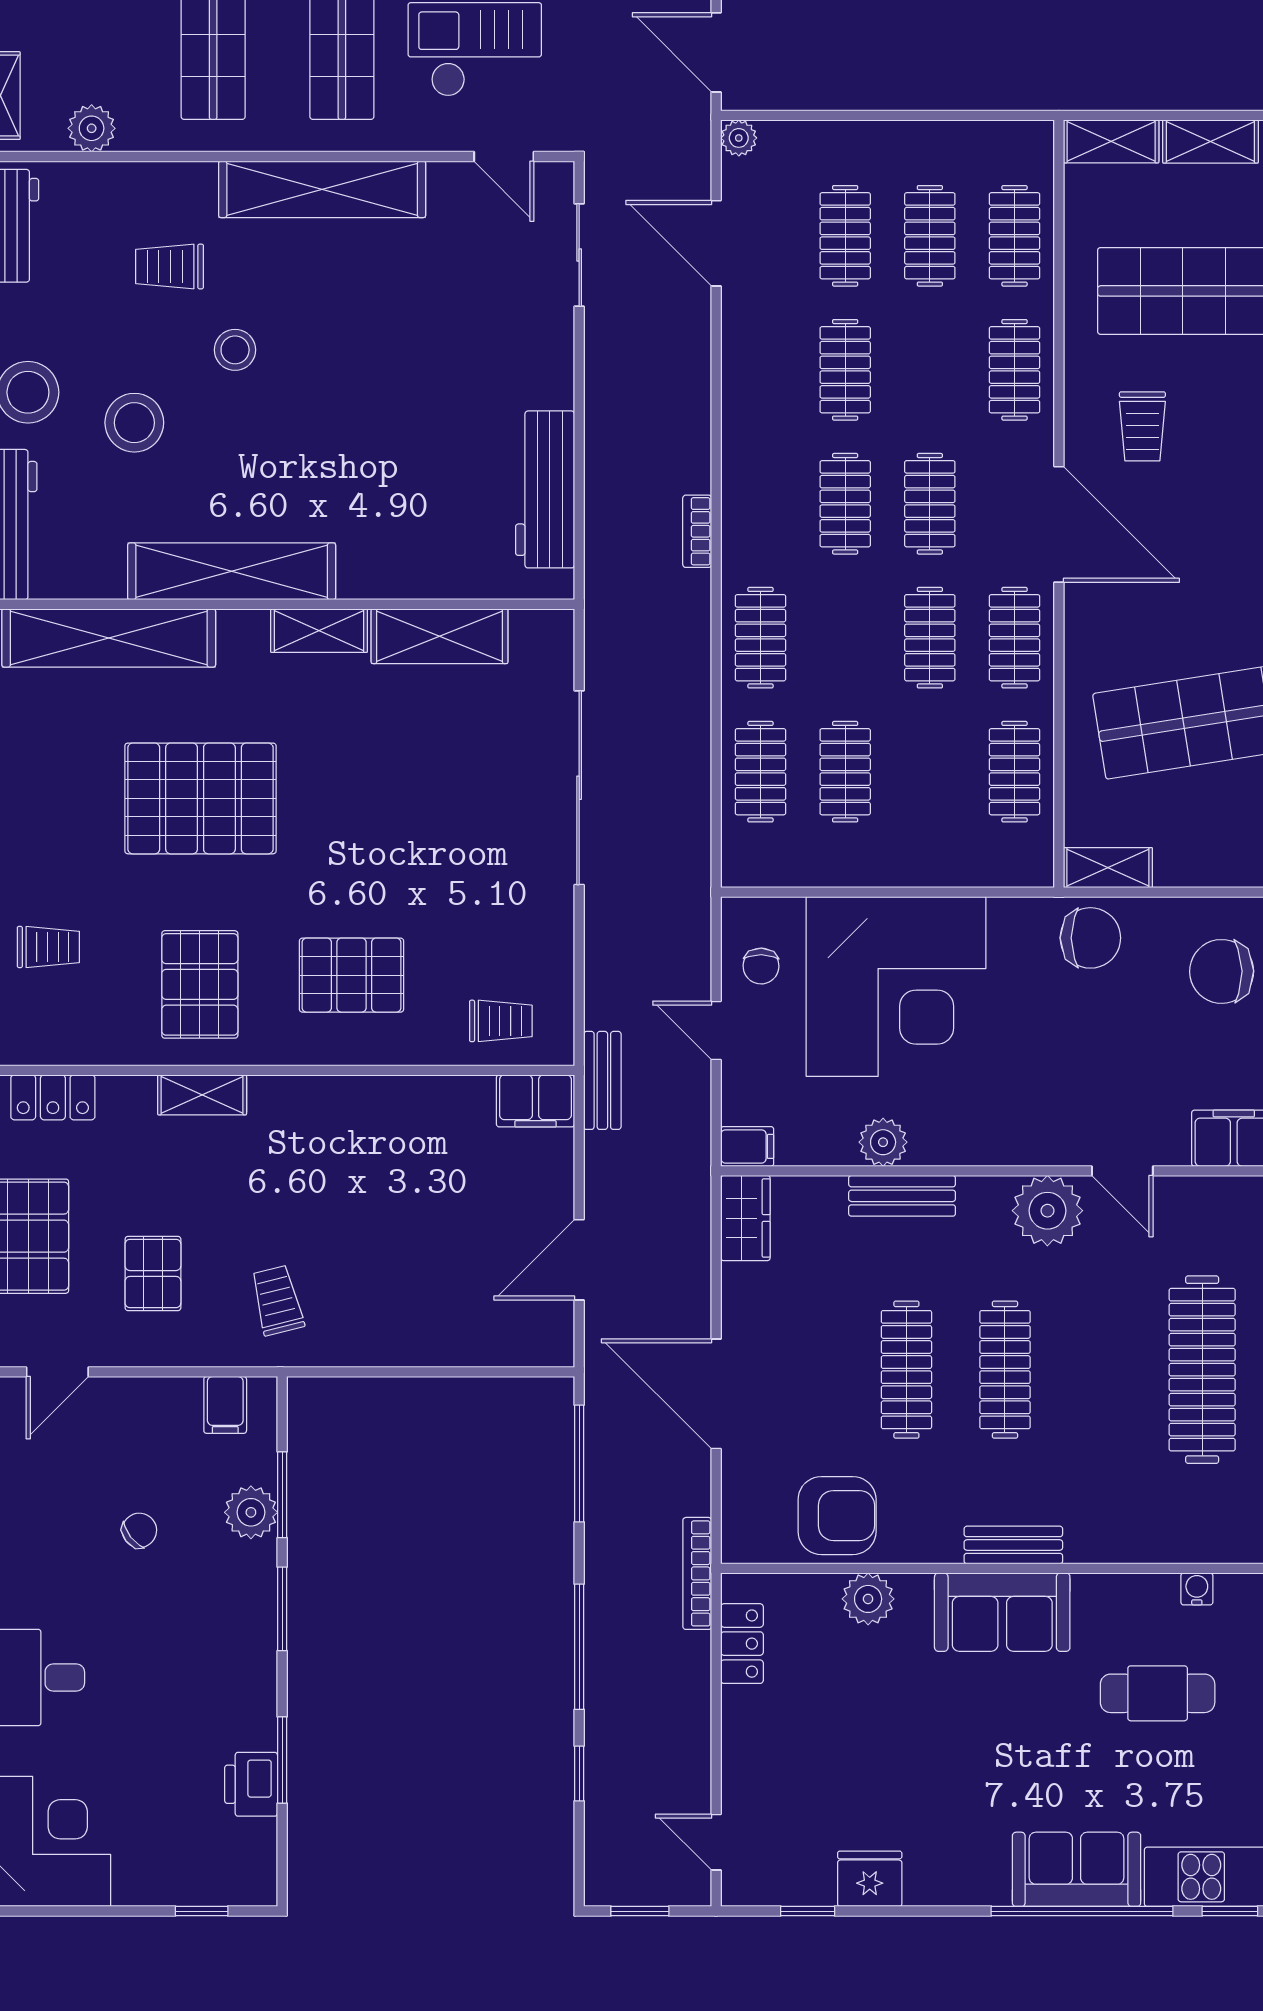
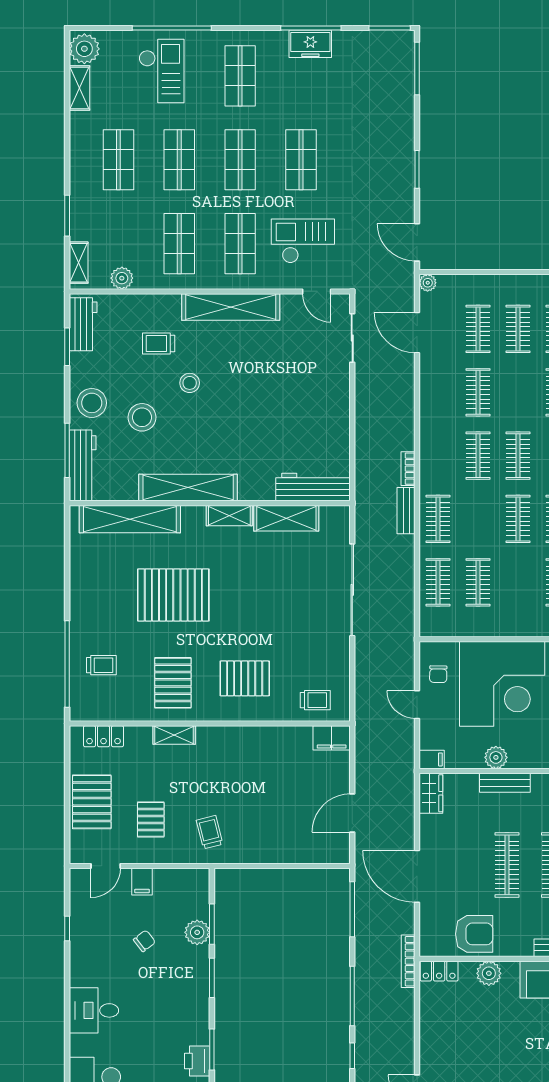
workbench: (545, 489) -> (313, 487), moved, turned 90
bench: (602, 1080) -> (406, 511), moved
filing cabinet: (225, 1405) -> (142, 882), moved
locker: (742, 1644) -> (439, 971), moved, turned 90

